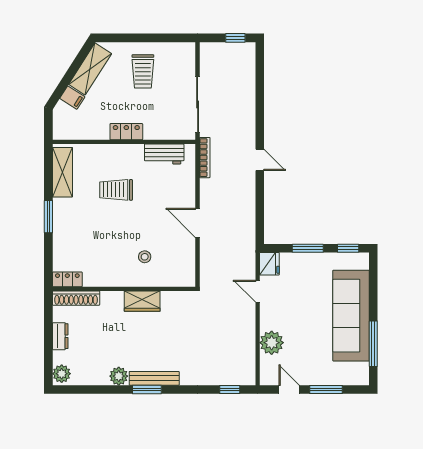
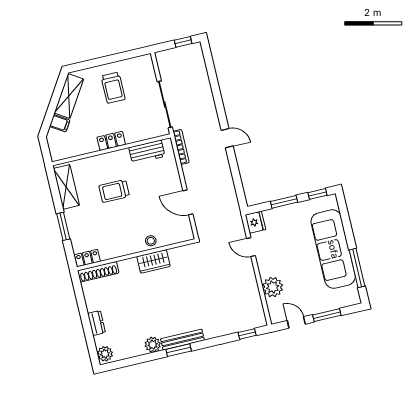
locker: (67, 279) -> (87, 258), moved
wall: (124, 289) -> (136, 255), moved
shoe rack: (76, 298) -> (98, 272), moved
wardrobe: (142, 301) -> (153, 261), moved

